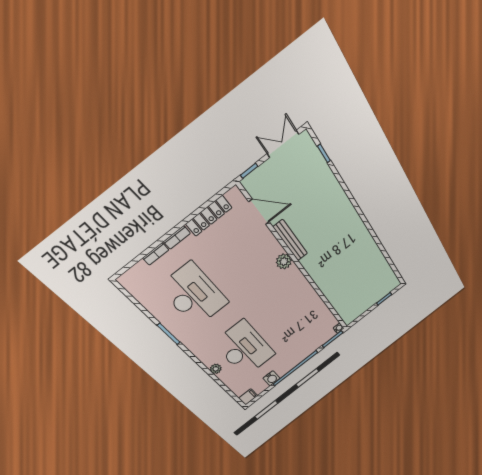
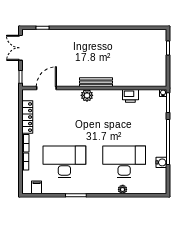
bench: (290, 240) -> (96, 82), moved
printer: (315, 303) -> (130, 96), added
filing cabinet: (248, 397) -> (37, 187), moved

